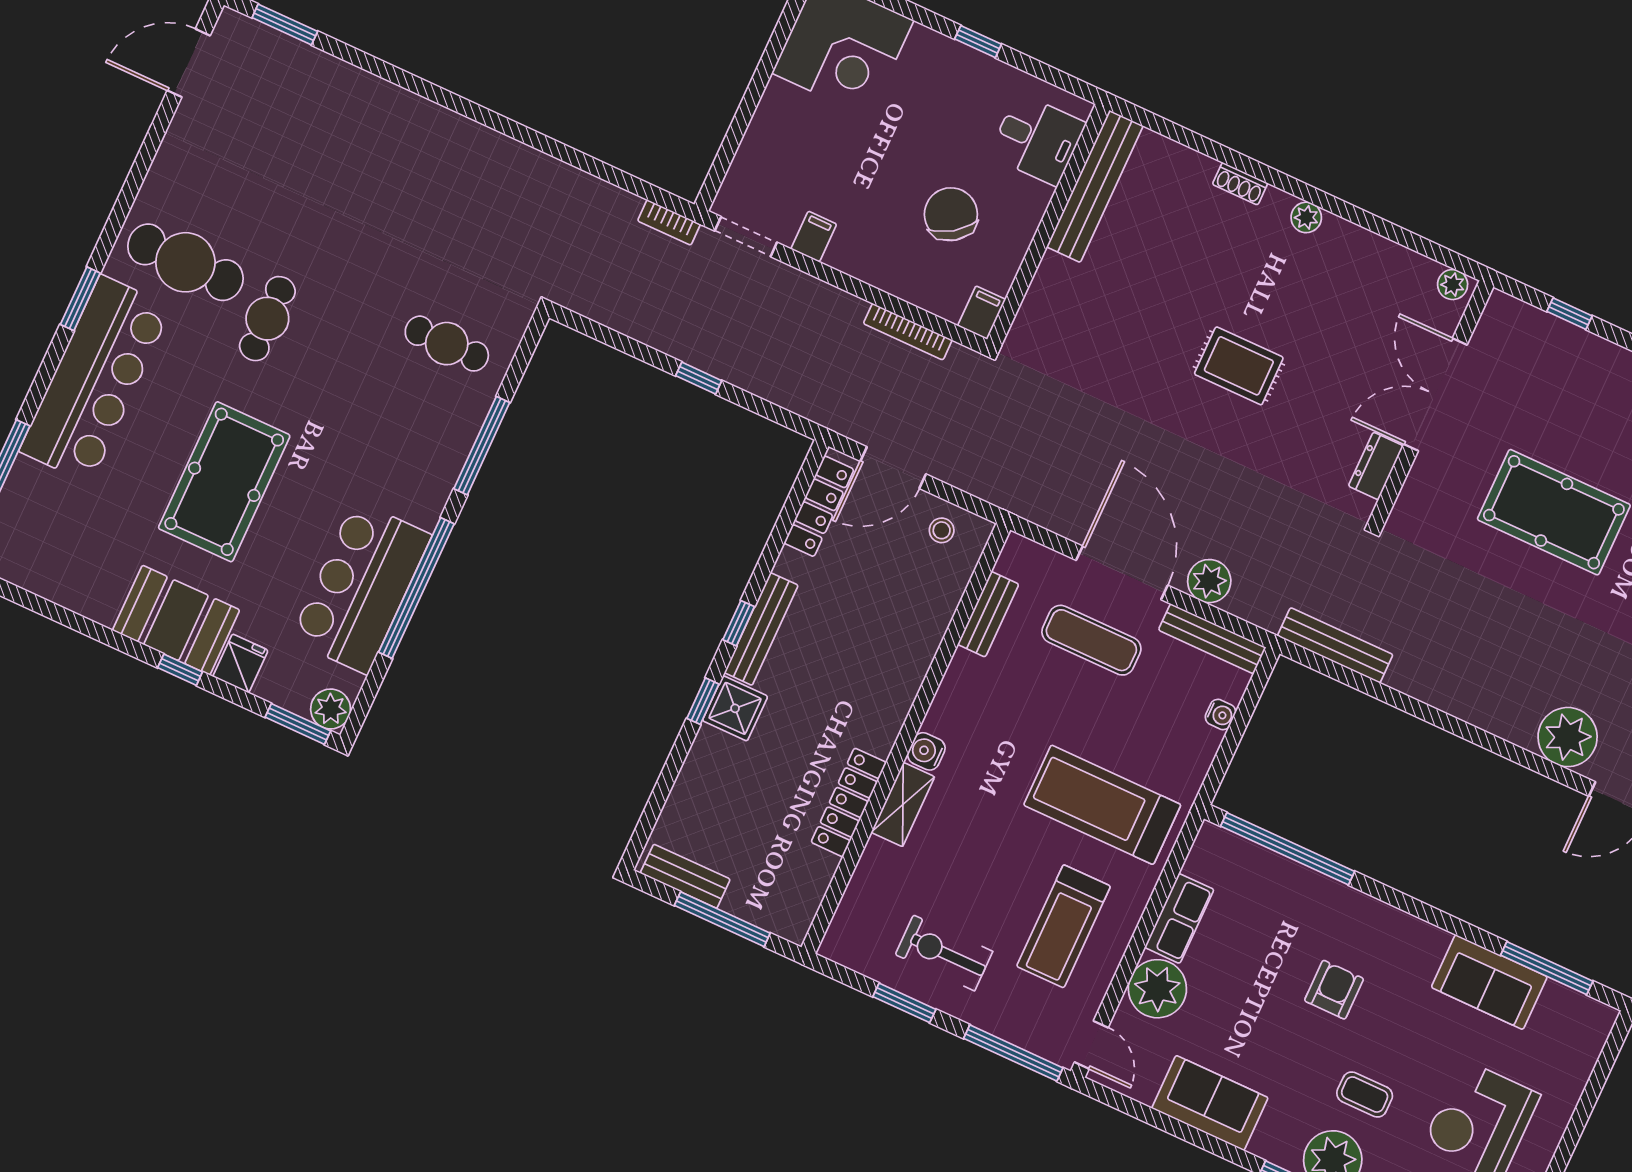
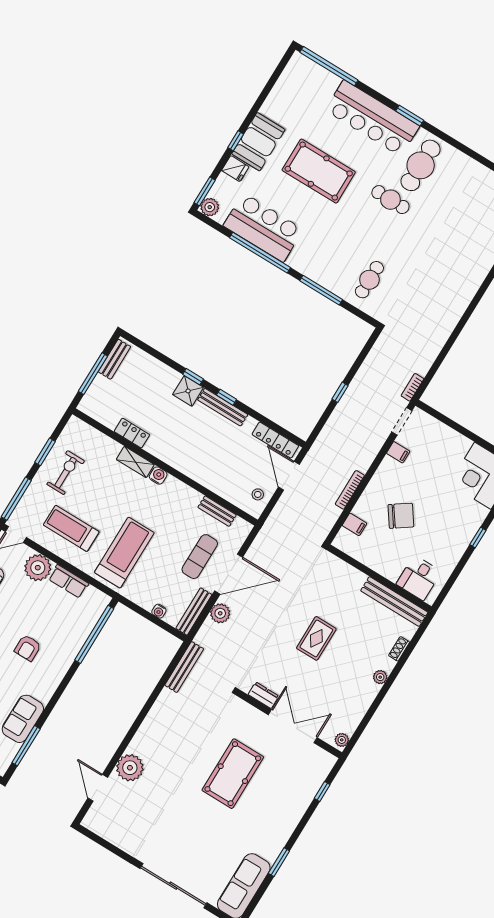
desk: (1037, 139) -> (419, 578), moved
bench: (1095, 186) -> (394, 602), moved
wall: (1048, 225) -> (379, 578), moved
locker: (849, 802) -> (132, 433), width x0.66
armchair: (1334, 990) -> (28, 648), turned 90

